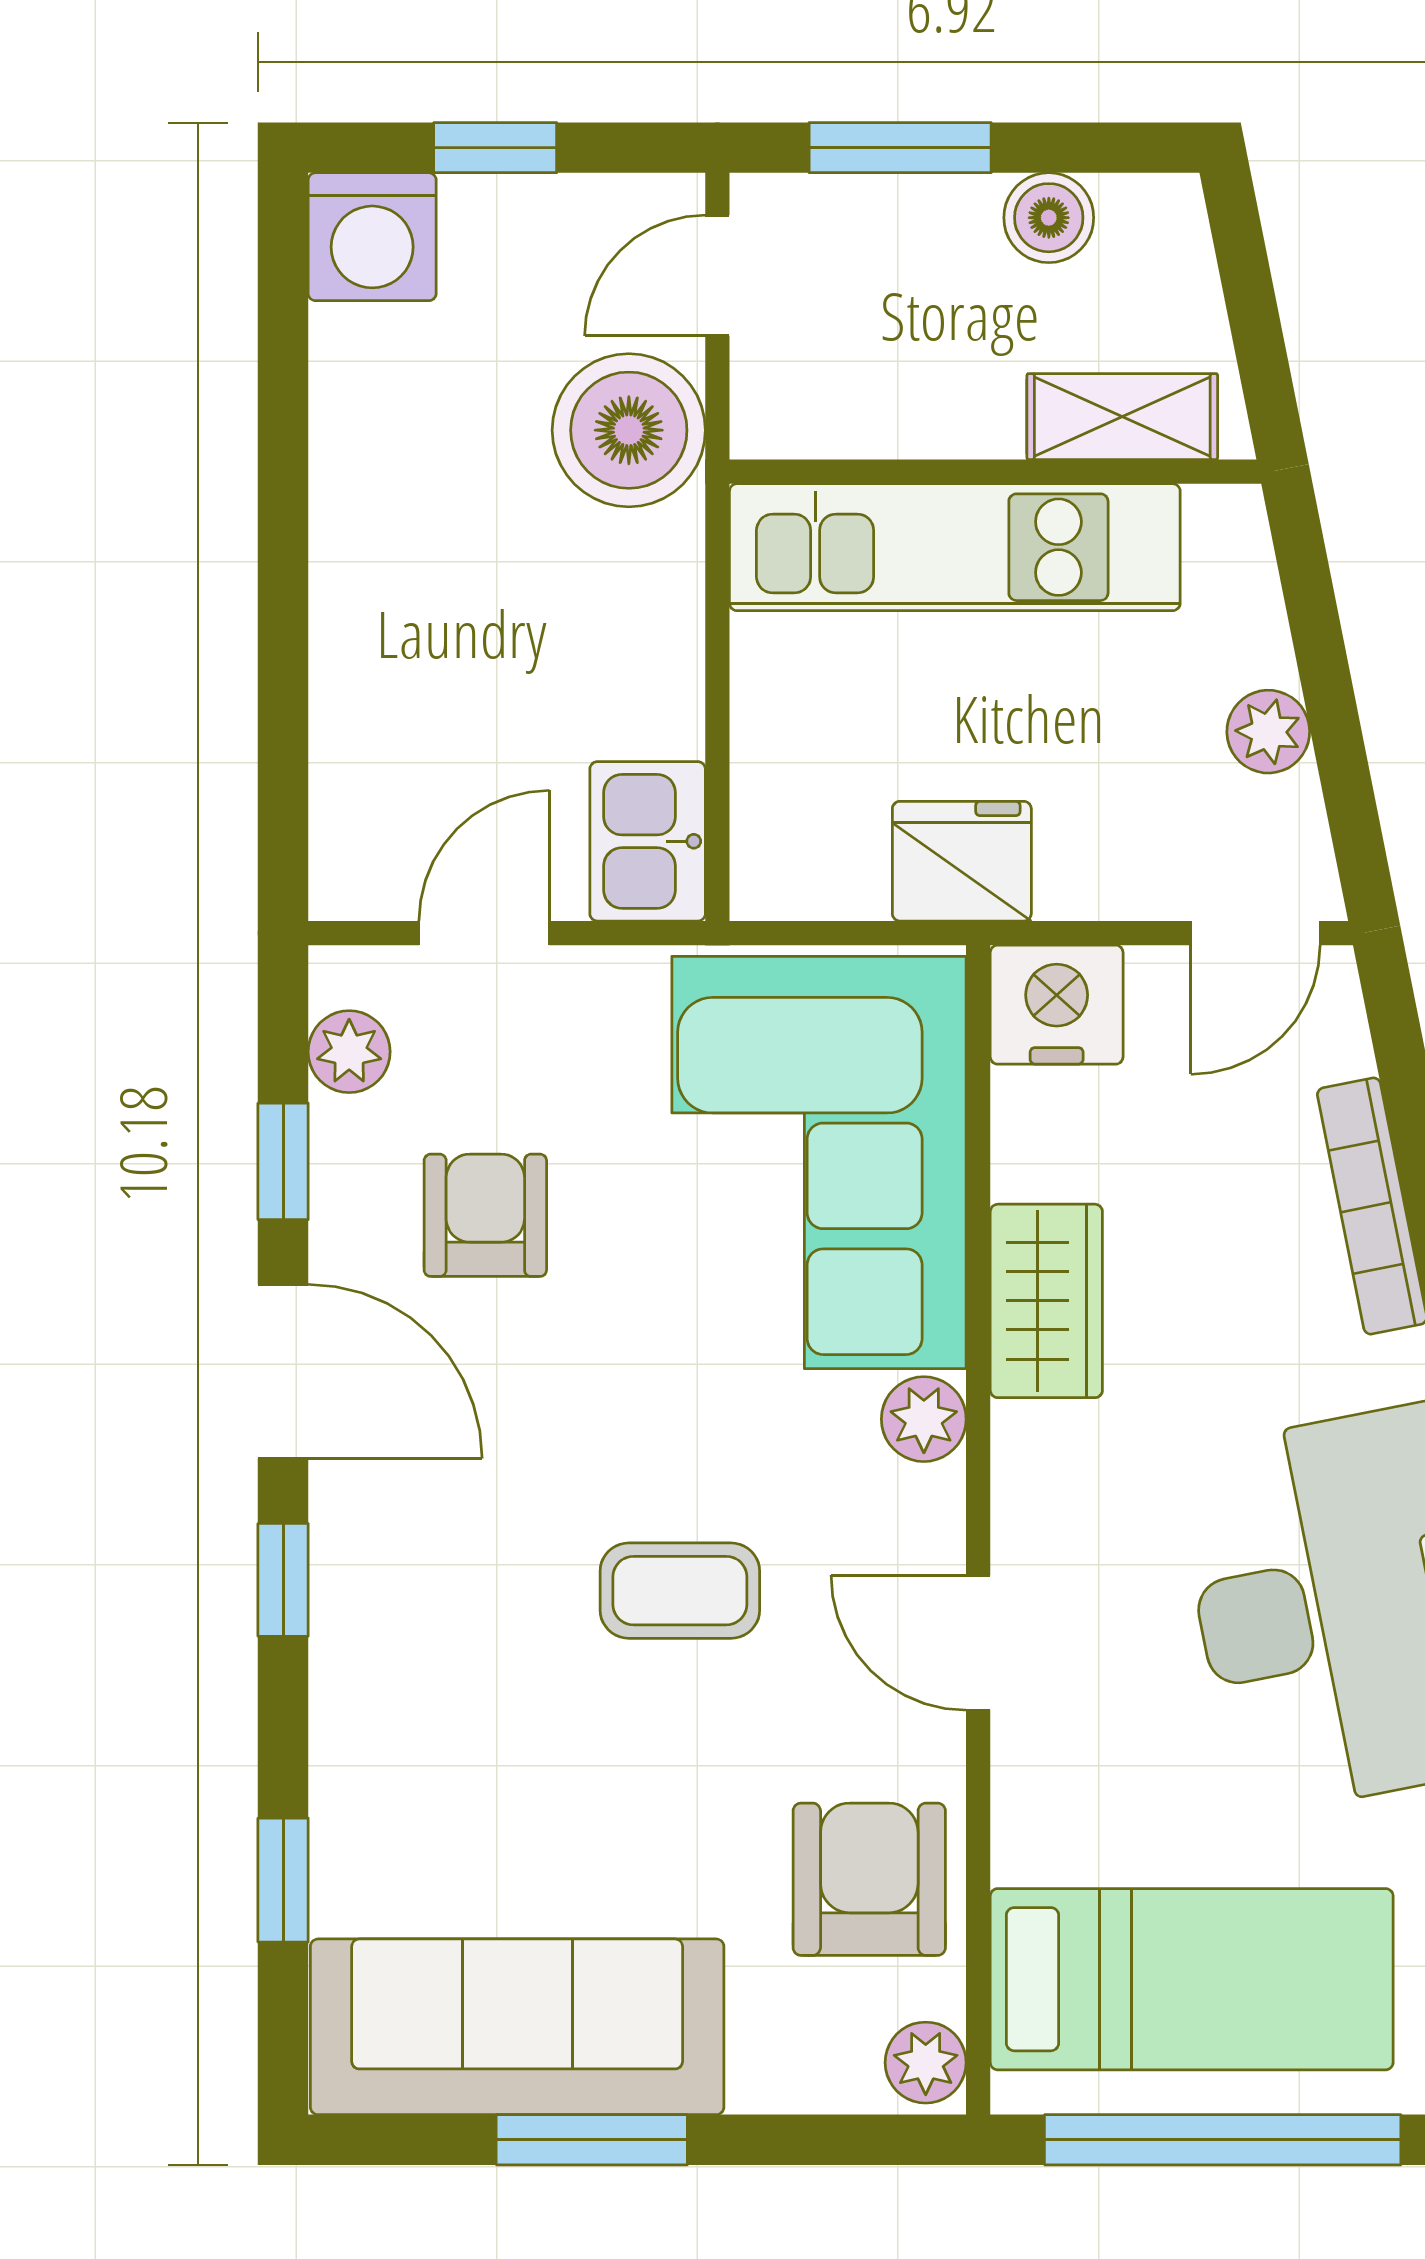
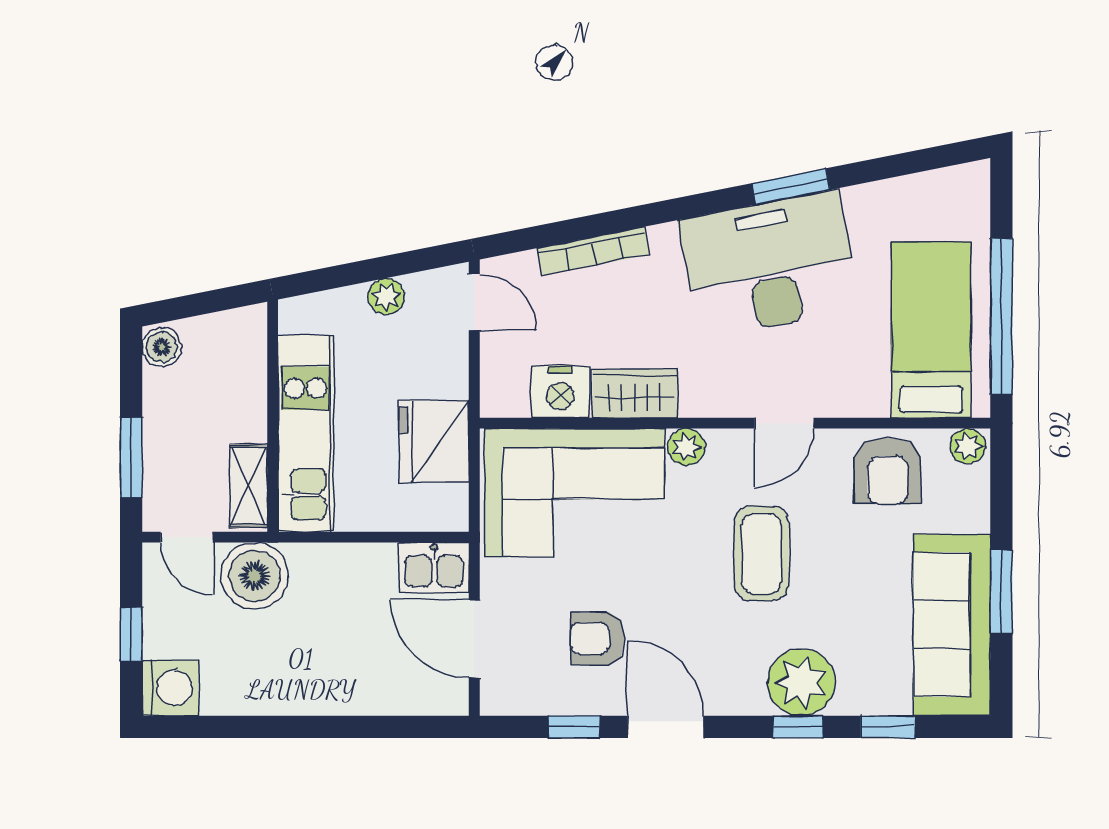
boiler: (1049, 218) -> (162, 347), moved
shelving: (1122, 417) -> (249, 486), moved
fridge: (962, 861) -> (434, 441), width x1.36, depth x1.34
door: (484, 933) -> (474, 639), width x1.37
nightstand: (1057, 1005) -> (560, 392), moved, turned -90
plant: (349, 1052) -> (801, 682), moved, width x1.88, depth x1.88
door: (283, 1371) -> (666, 727), hinge flipped
window: (283, 1580) -> (798, 727), moved
coffee table: (680, 1591) -> (761, 554), width x1.36, depth x1.30
armchair: (869, 1879) -> (888, 471), turned -90

